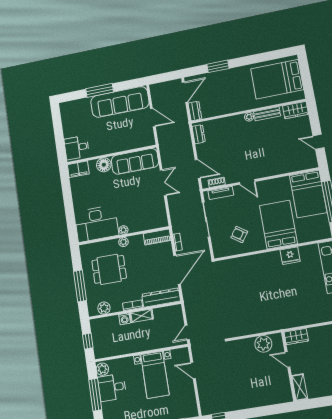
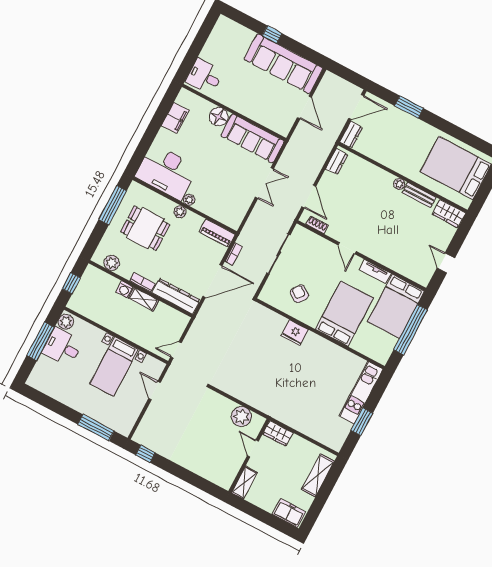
window: (100, 90) -> (272, 35), width x0.46
filing cabinet: (78, 169) -> (175, 118), moved, turned -90
tv unit: (221, 193) -> (375, 271), moved
fridge: (290, 256) -> (295, 333), moved
window: (80, 286) -> (113, 205), moved

